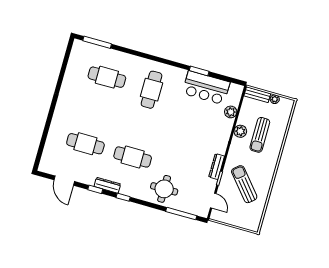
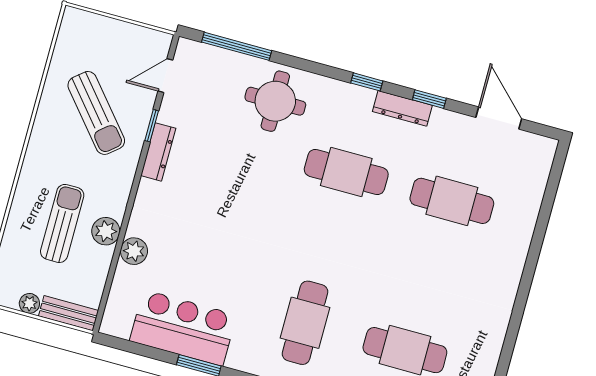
plant: (231, 112) -> (134, 251), moved
door: (213, 201) -> (165, 76), hinge flipped

